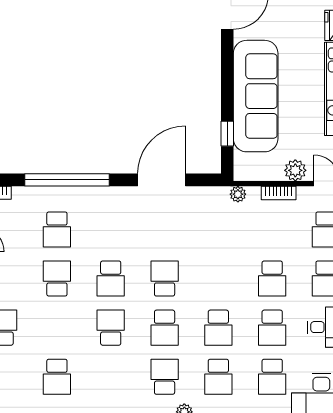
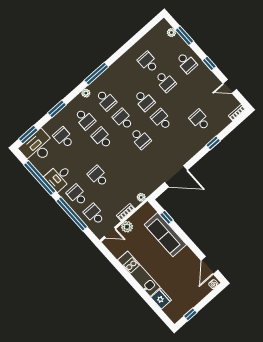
sofa: (256, 96) -> (165, 235), width x0.74, depth x0.79
window: (67, 180) -> (213, 143), width x0.32
door: (162, 180) -> (176, 176), hinge flipped
school desk: (57, 279) -> (165, 81), moved
school desk: (272, 328) -> (81, 157), removed
school desk: (218, 377) -> (85, 119), turned 180

